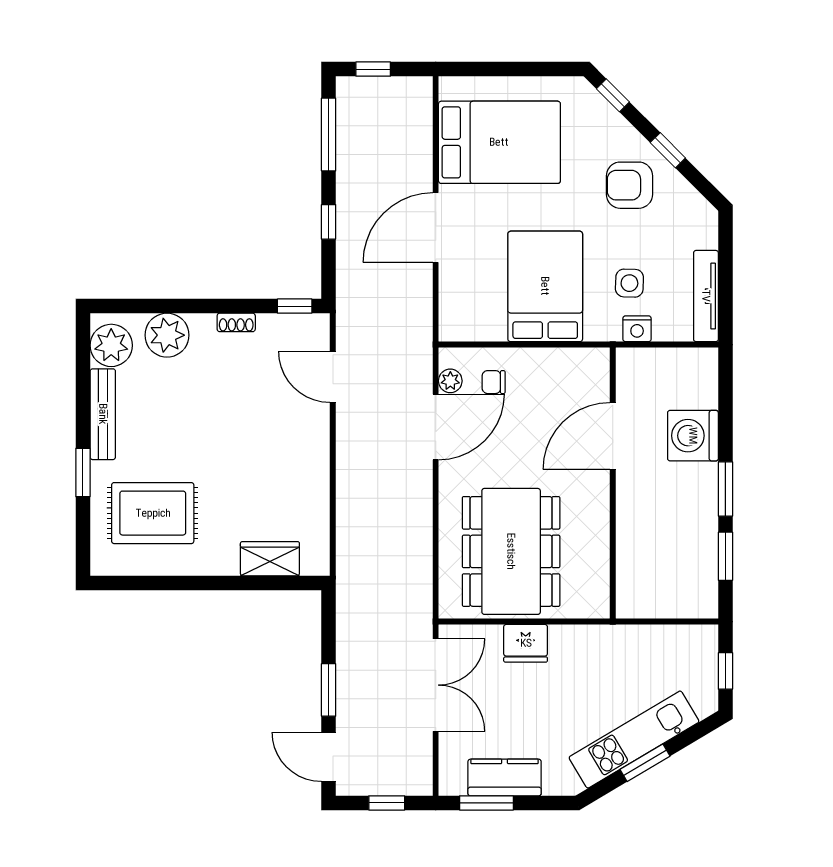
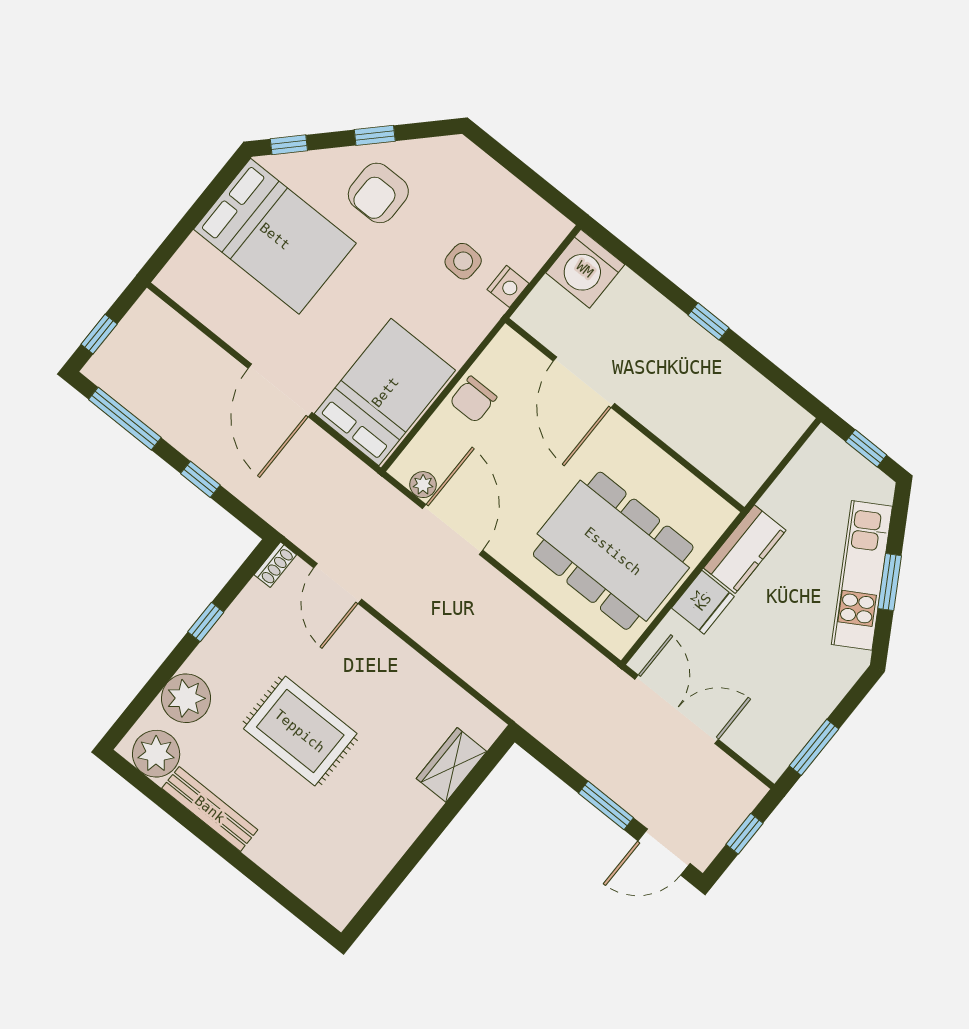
bed: (499, 142) -> (275, 236), moved, turned 90
bed: (545, 286) -> (385, 392), moved, turned 90
tv unit: (706, 296) -> (528, 204), removed
window: (295, 306) -> (206, 622), moved
shoe rack: (236, 322) -> (275, 565), moved
door: (333, 377) -> (338, 584), hinge flipped
chair: (494, 382) -> (473, 400), moved, width x1.37, depth x1.37
washing machine: (693, 436) -> (585, 269), moved
window: (83, 473) -> (247, 867), removed
window: (725, 489) -> (708, 321), width x0.67
rug: (153, 513) -> (300, 731), moved, turned 90
window: (725, 556) -> (767, 368), removed
kitchen counter: (505, 777) -> (745, 549), moved, turned 180

